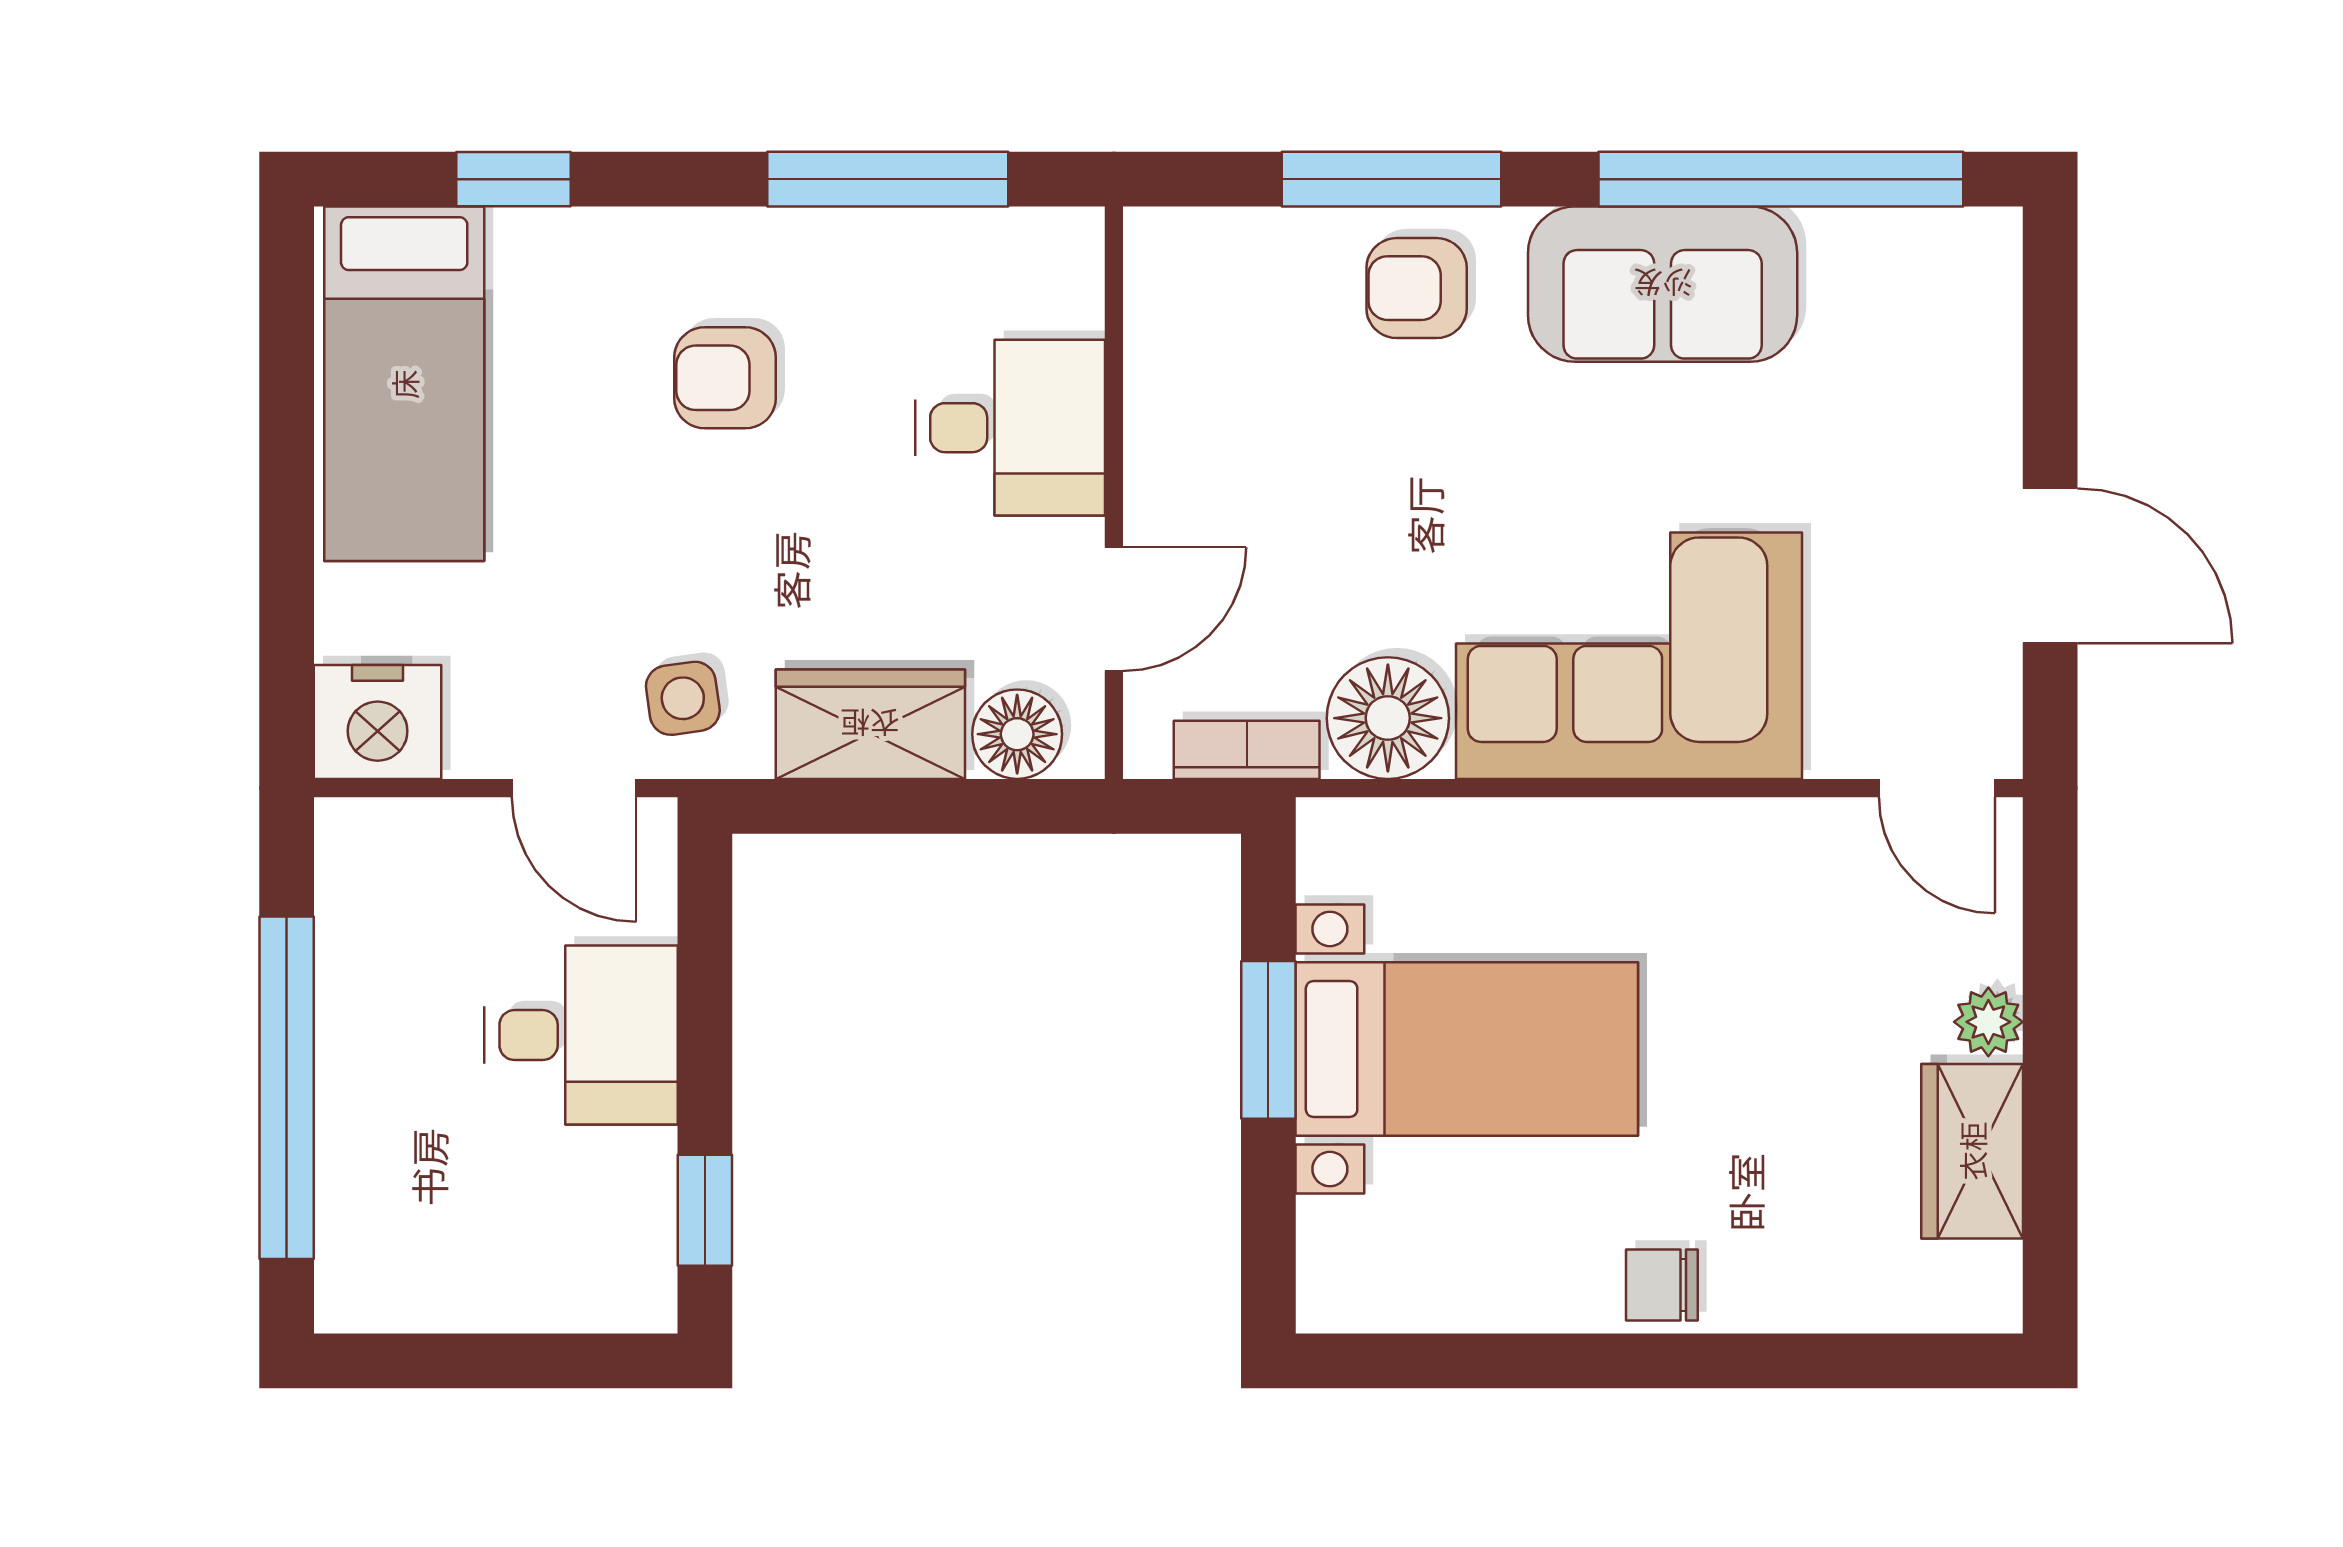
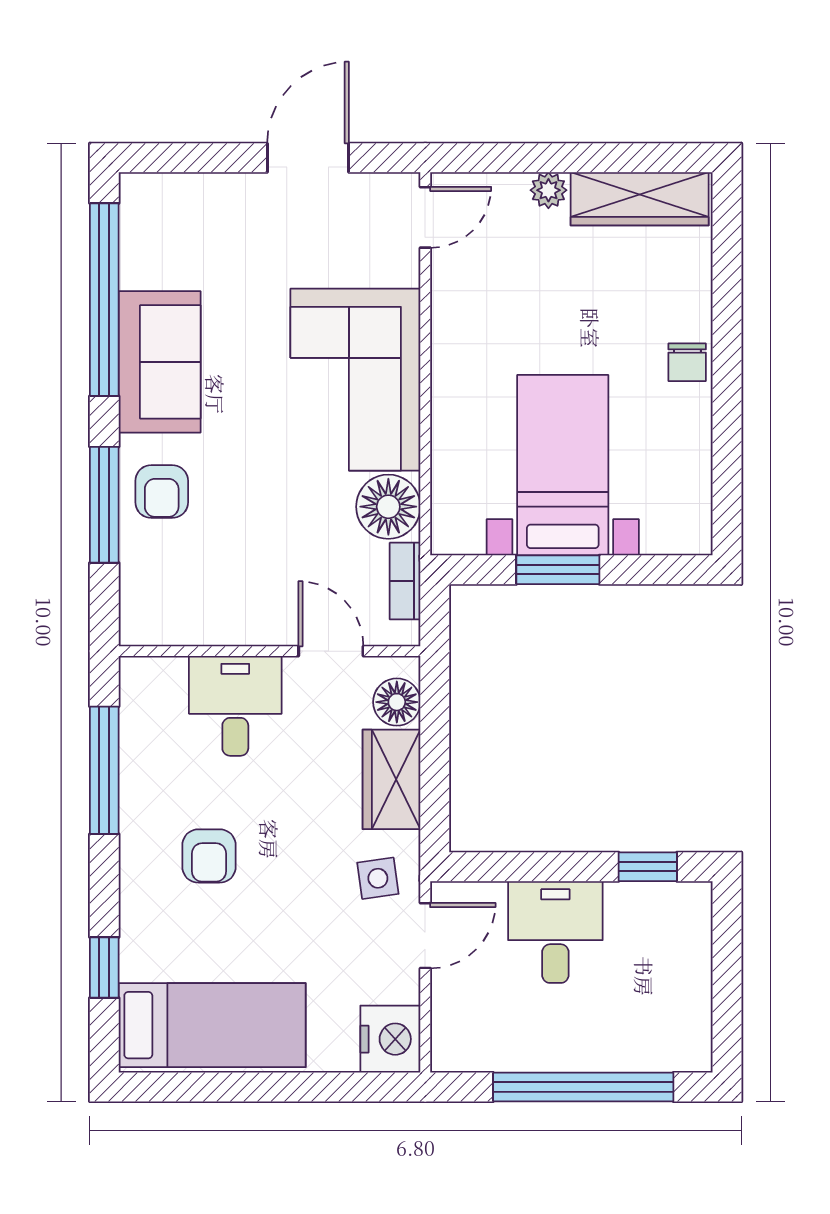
wardrobe: (1972, 1151) -> (640, 199), width x1.50

